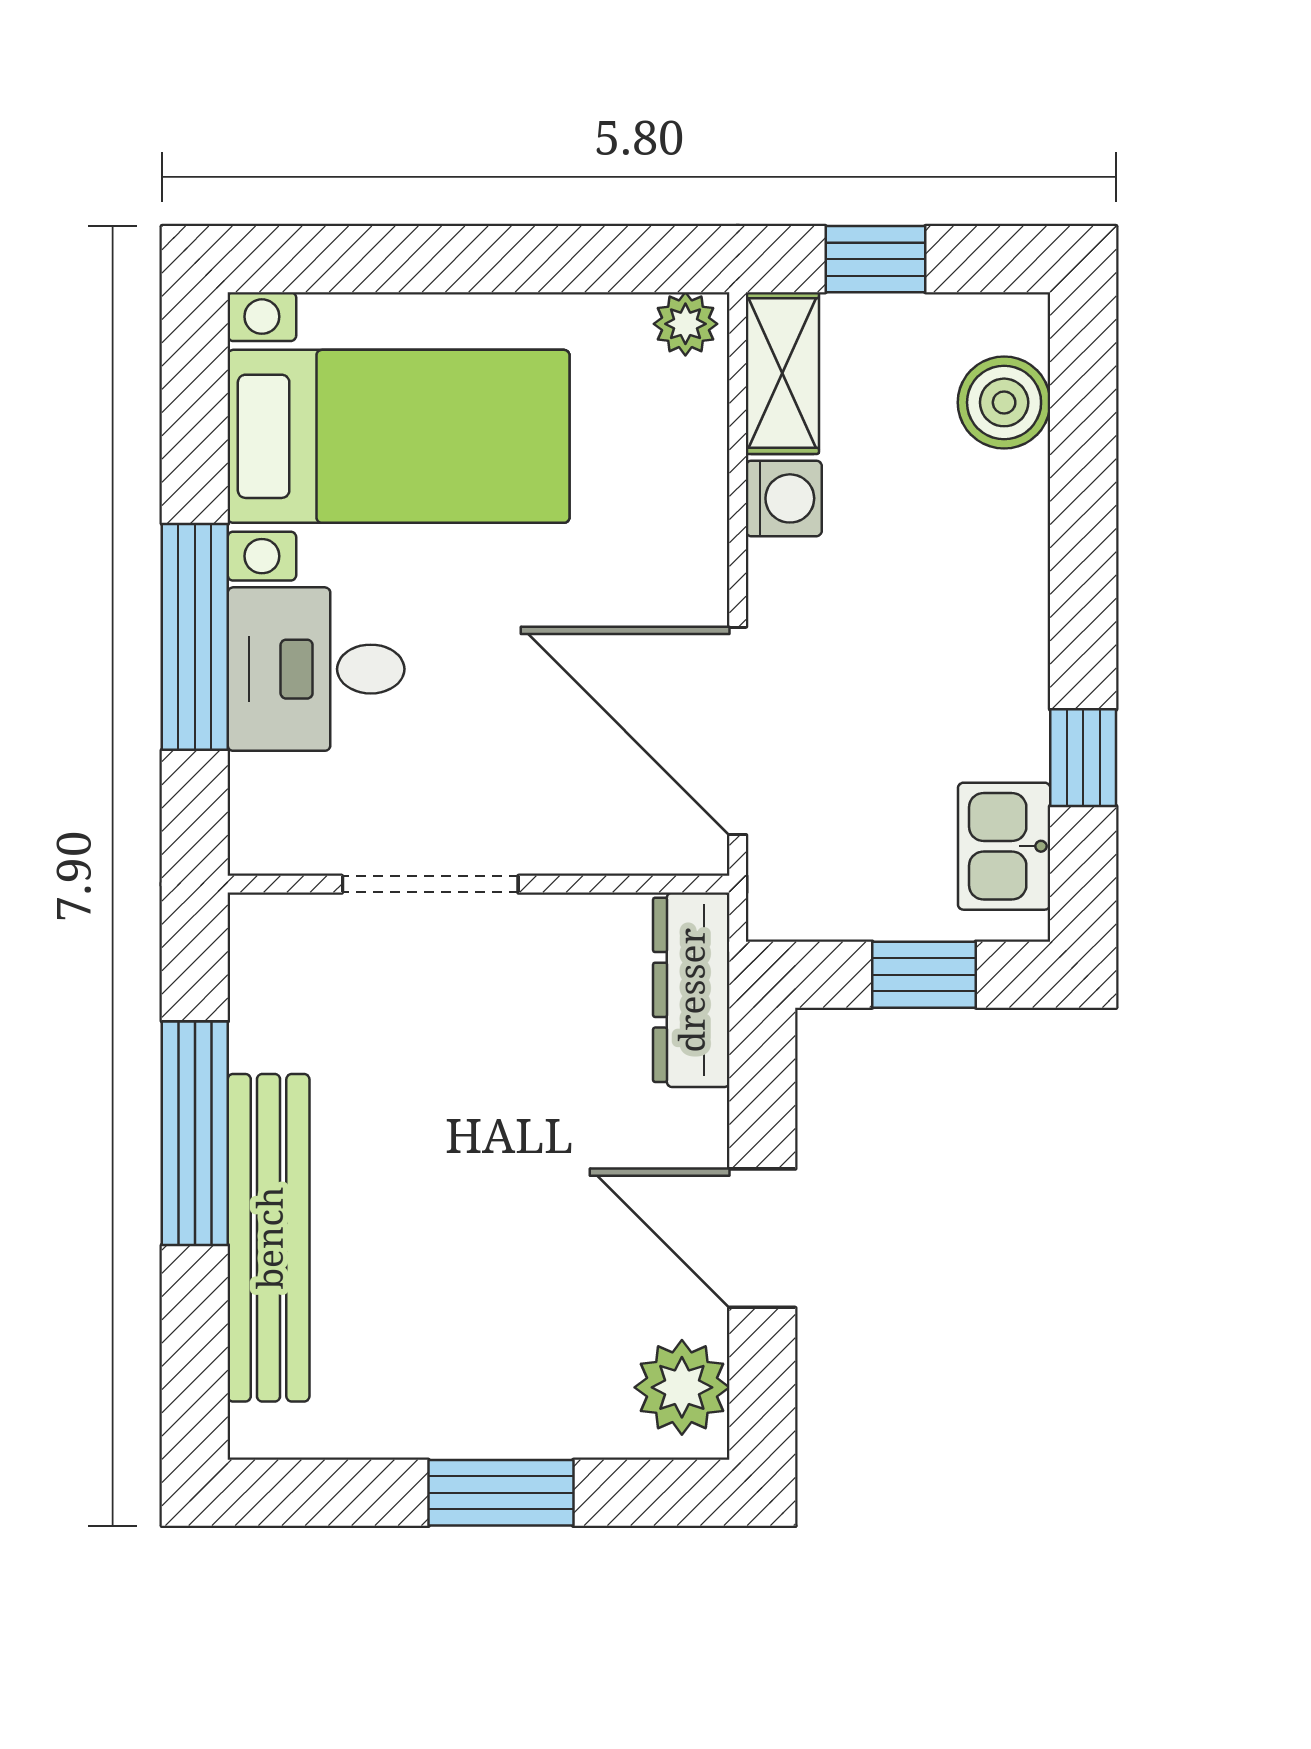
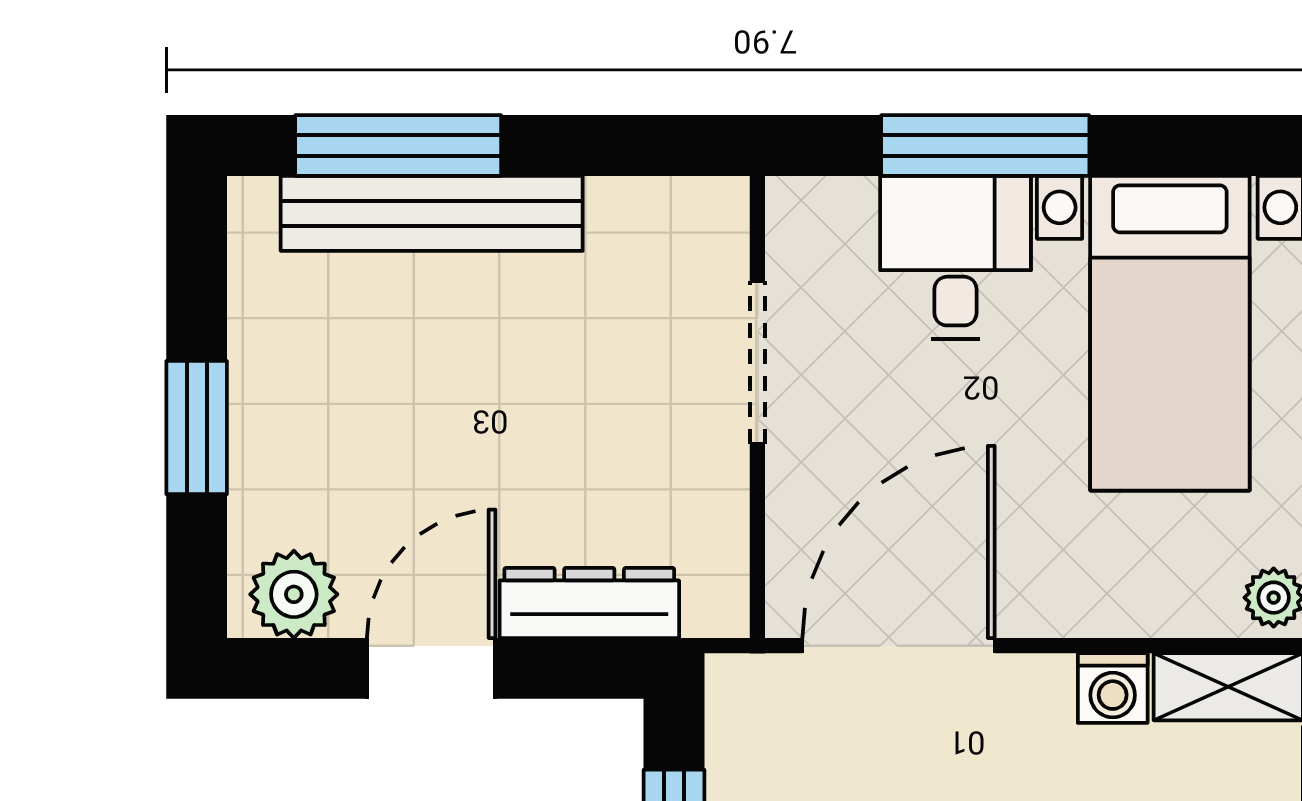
dresser: (691, 990) -> (589, 603), moved
window: (195, 1133) -> (398, 146), moved

